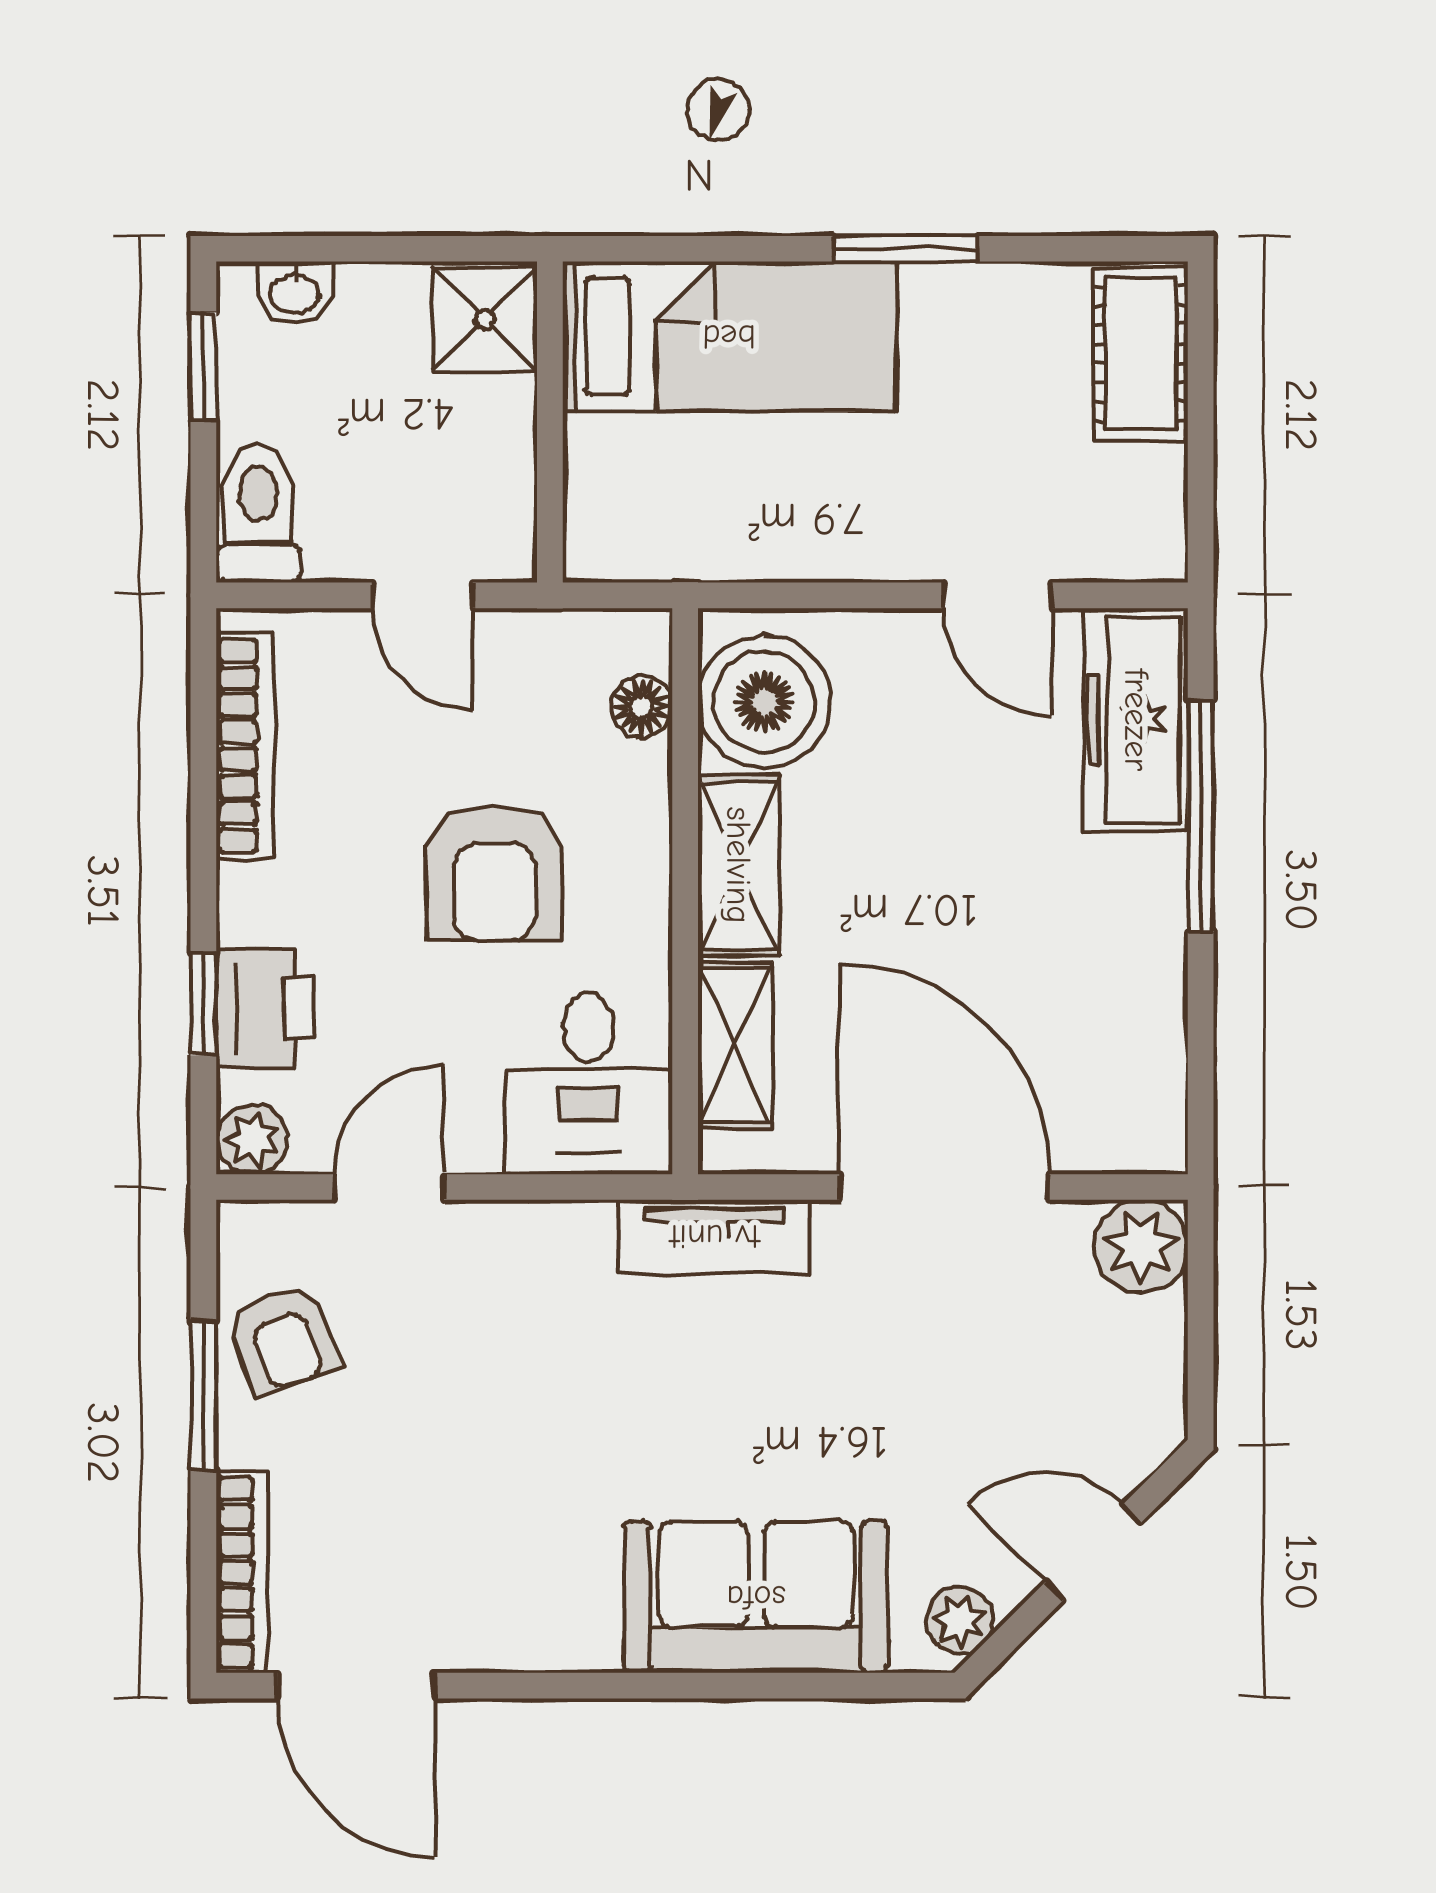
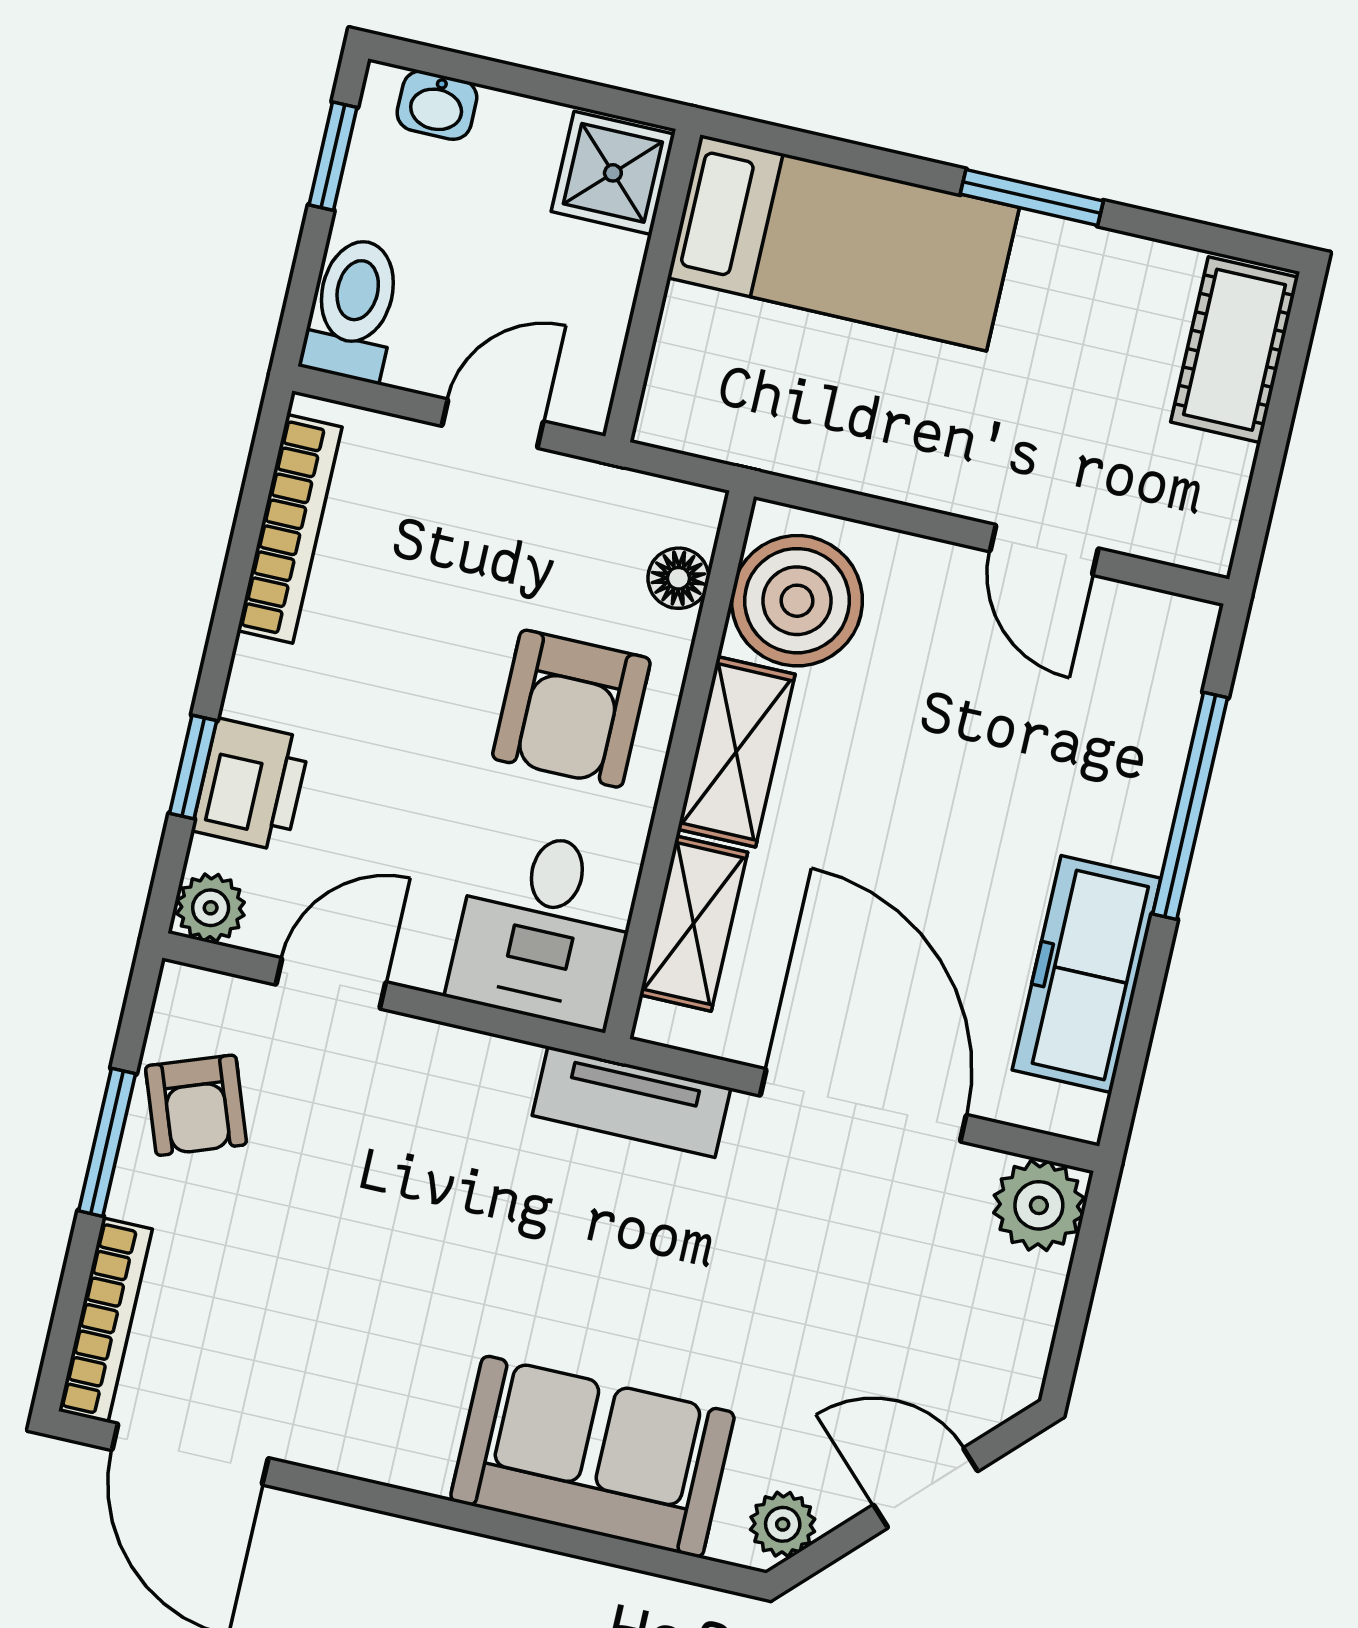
door: (422, 595) -> (493, 424), swing flipped
freezer: (1136, 720) -> (1086, 974), moved
armchair: (494, 873) -> (571, 709), moved

